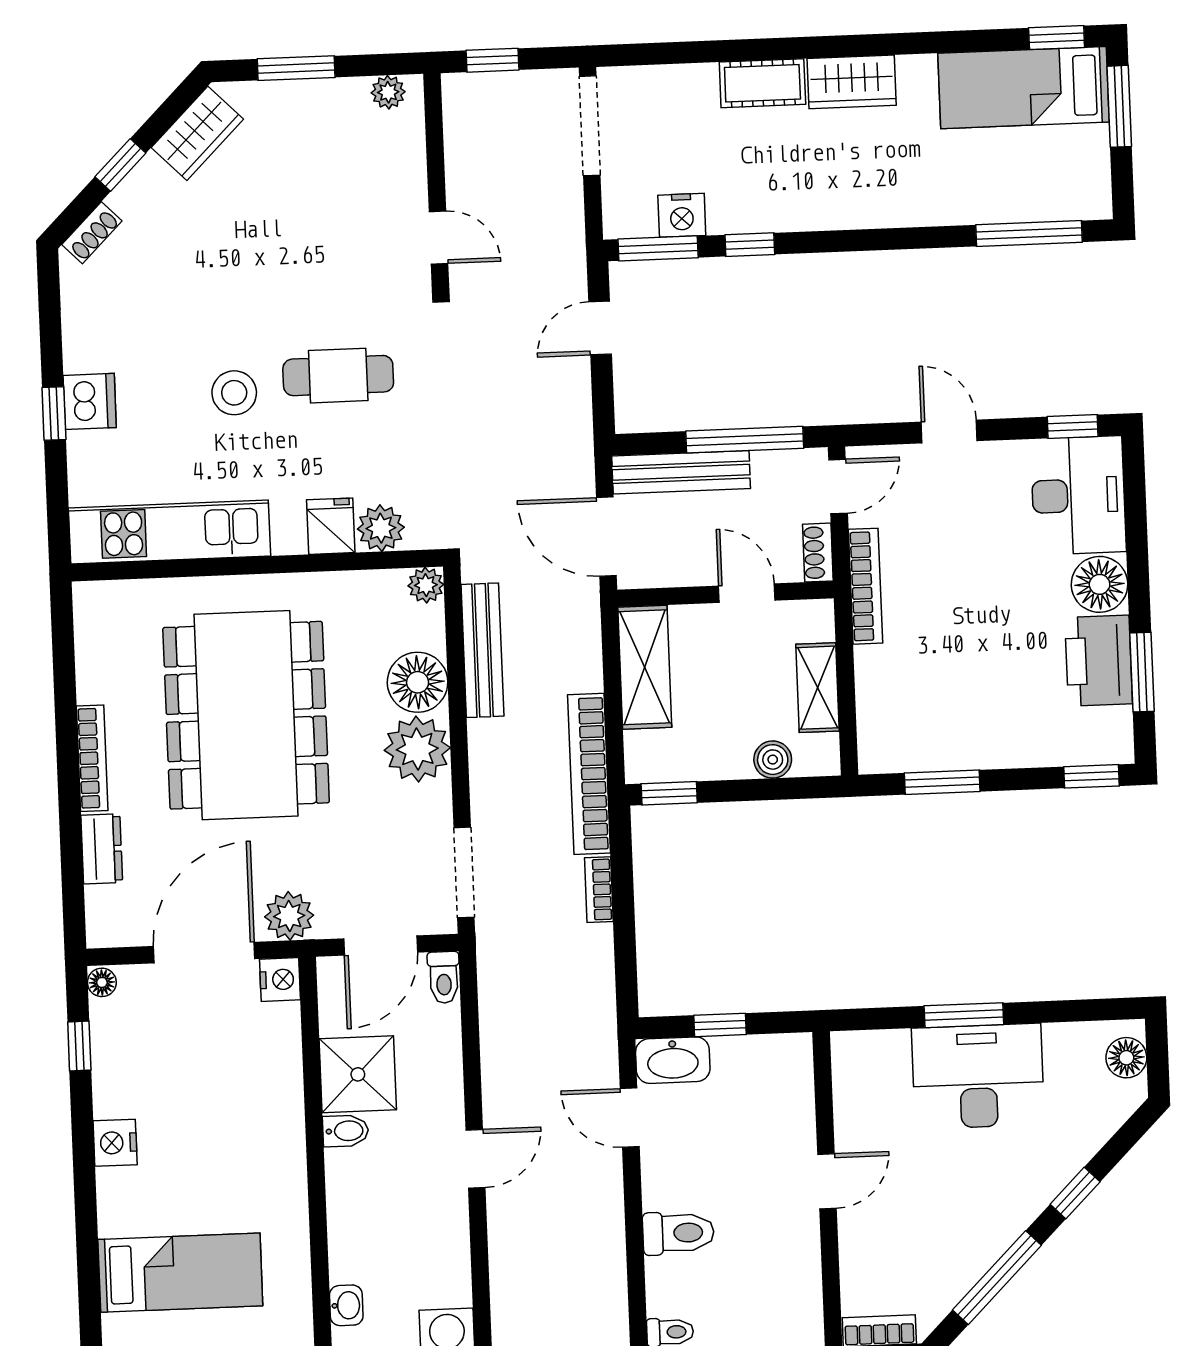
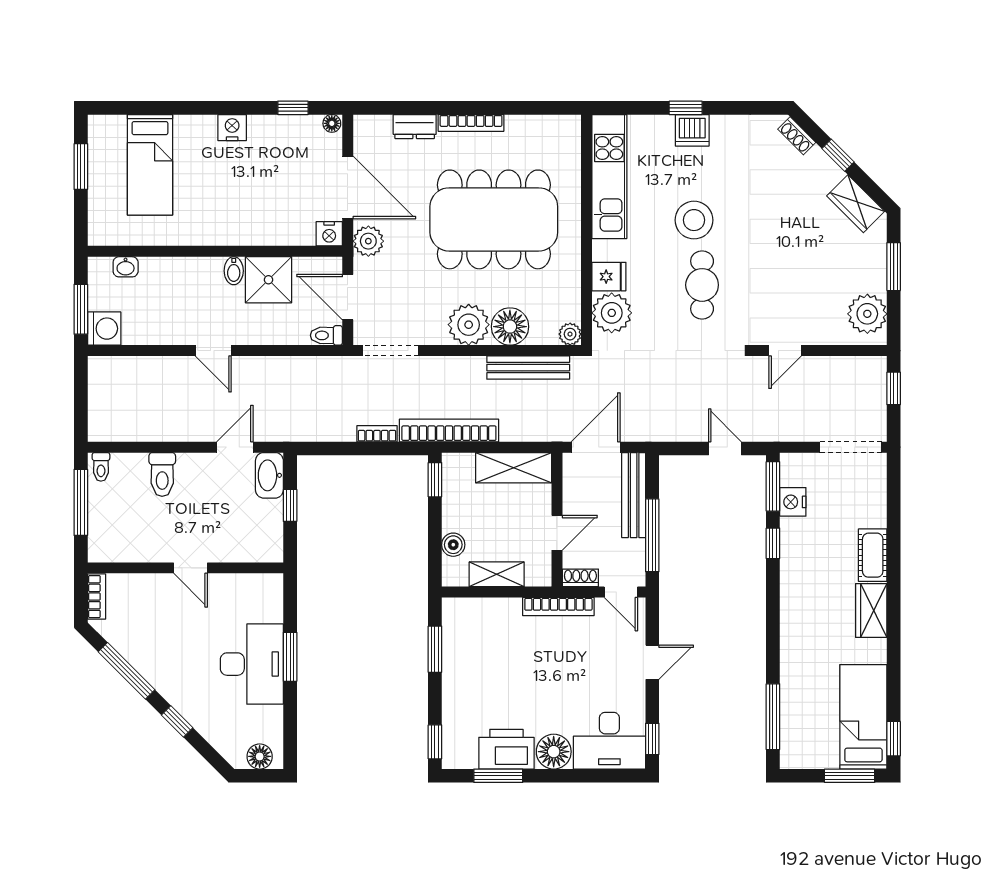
plant: (388, 92) -> (867, 314), width x1.88, depth x1.88
stool: (234, 393) -> (694, 220), width x1.38, depth x1.38
plant: (381, 528) -> (612, 313), width x1.36, depth x1.36

